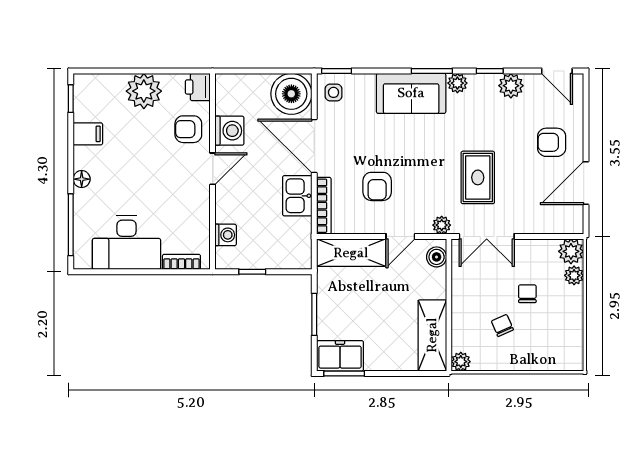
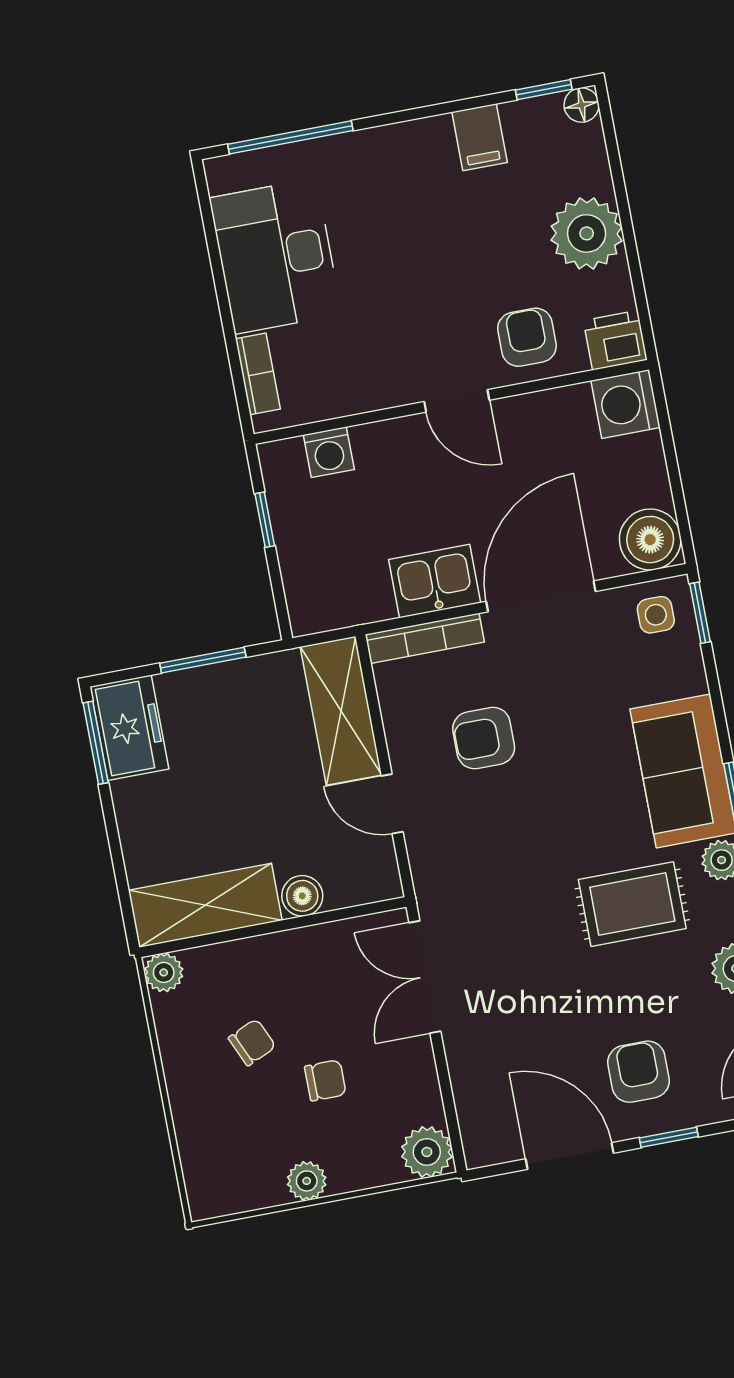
boiler: (291, 94) -> (650, 540), width x0.73, depth x0.73
washing machine: (229, 131) -> (626, 404), moved, turned 90
window: (586, 134) -> (669, 1137), added
rug: (478, 177) -> (632, 904), moved
floor lamp: (82, 179) -> (582, 105), moved
plant: (442, 225) -> (431, 882), removed
boiler: (437, 257) -> (302, 896), moved
plant: (574, 275) -> (307, 1181), moved

